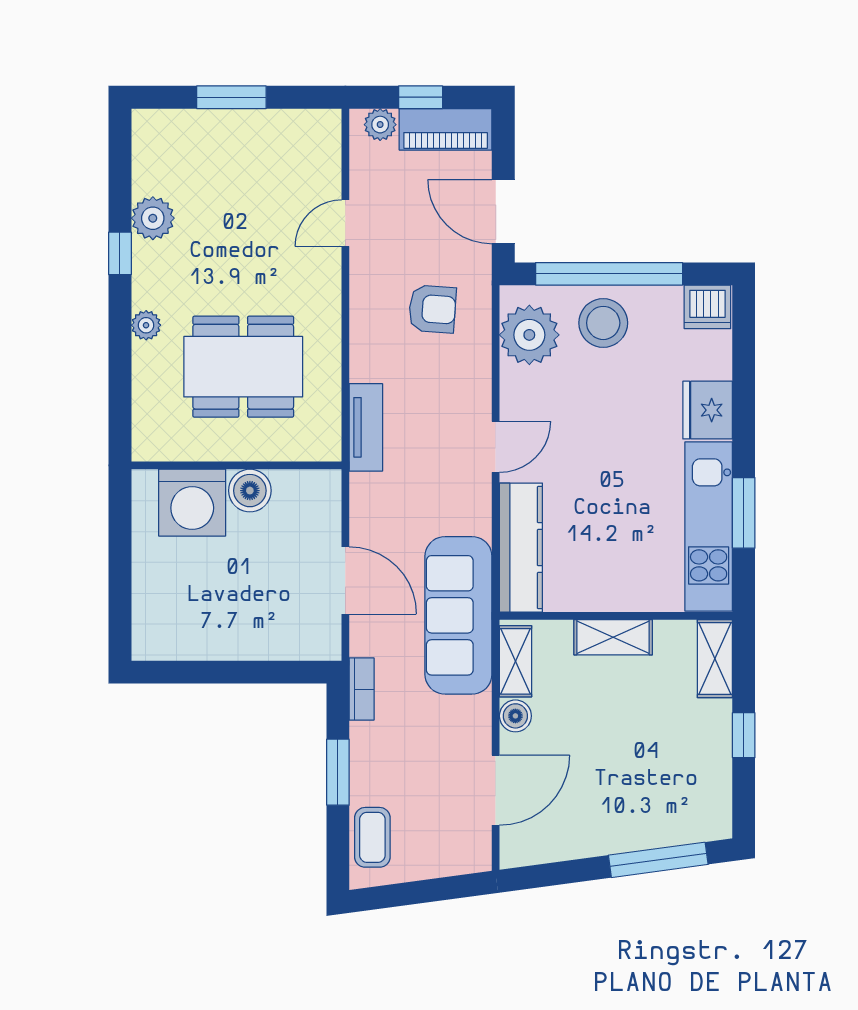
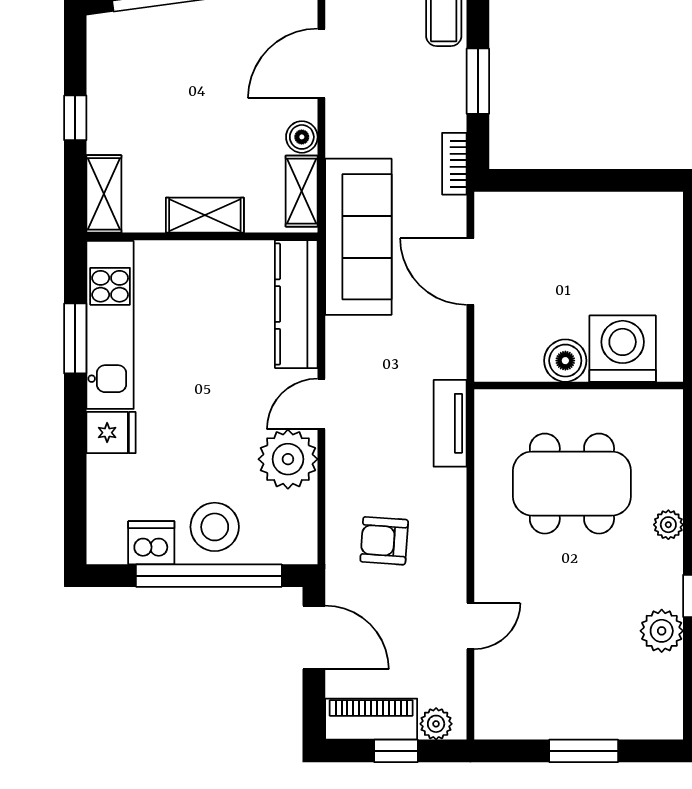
dishwasher: (707, 307) -> (151, 543), moved
plant: (529, 335) -> (288, 459), moved
fridge: (708, 410) -> (111, 433), width x0.72

